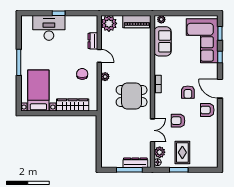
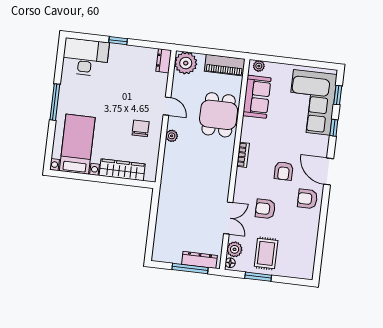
desk: (49, 28) -> (85, 57), moved
dresser: (93, 41) -> (164, 61), moved
dining table: (132, 96) -> (219, 115), moved, turned 90

